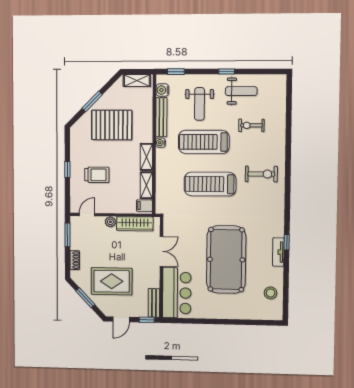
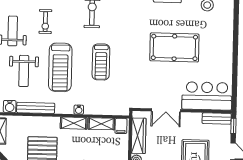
weight bench: (199, 104) -> (24, 71), turned 90
water cooler: (160, 143) -> (79, 110), moved
treadmill: (210, 184) -> (101, 62), width x0.73, depth x0.73
double door: (161, 251) -> (166, 110), swing flipped
pool table: (226, 260) -> (174, 47), width x0.73, depth x0.76

